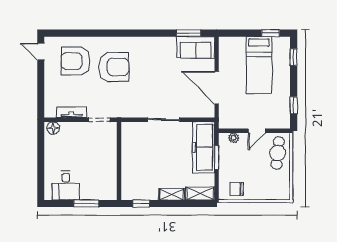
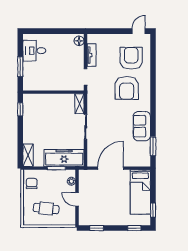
sofa: (196, 47) -> (142, 126), moved
bed: (259, 65) -> (140, 192), moved, turned -90
cafe table: (278, 153) -> (46, 209), moved
shelving: (172, 194) -> (79, 104), moved

